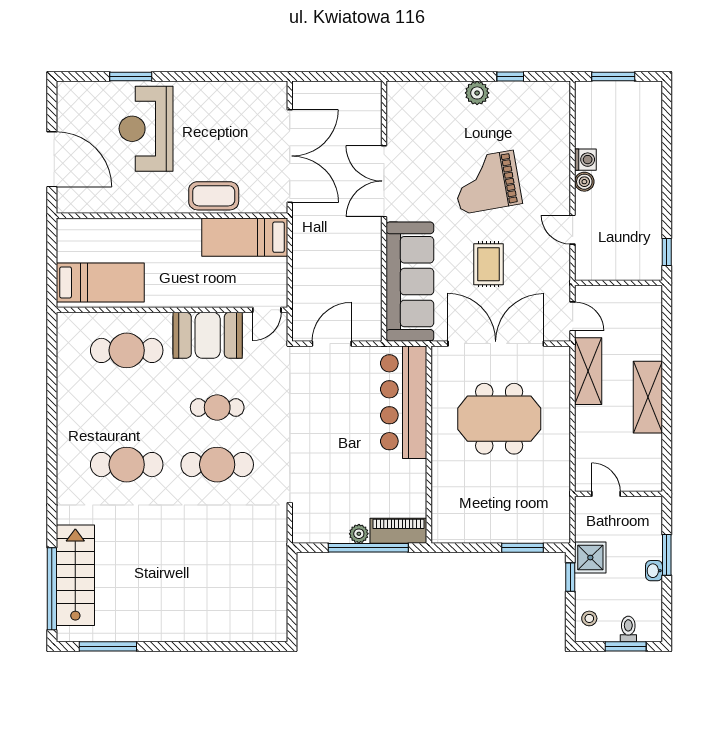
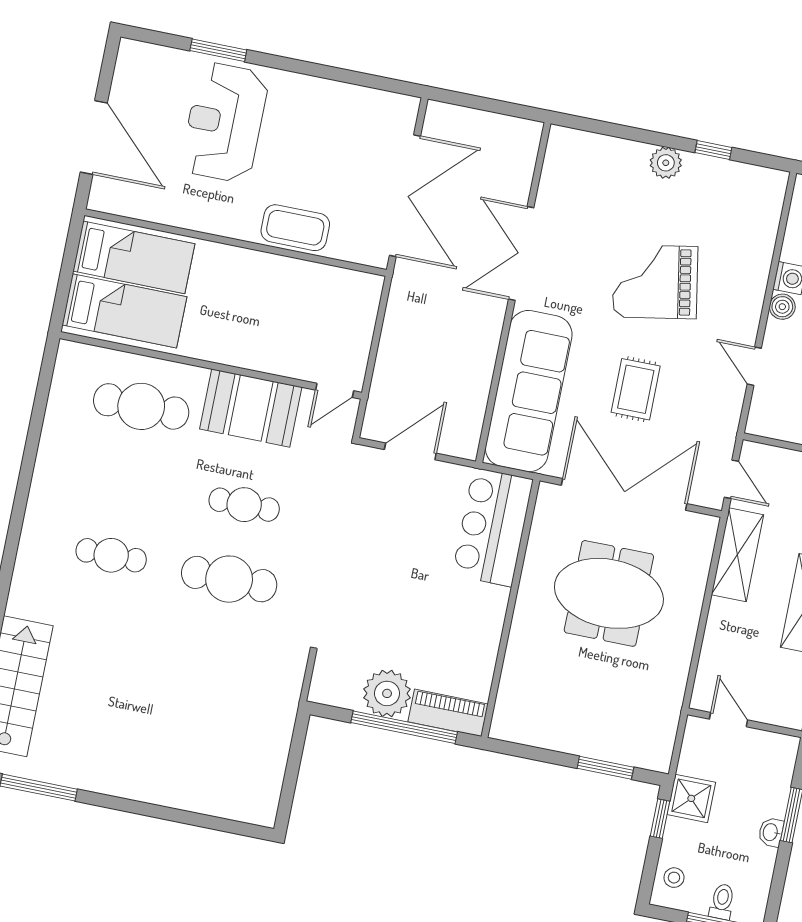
bed: (245, 237) -> (134, 257), moved, turned 180
bar counter: (404, 402) -> (493, 527), width x0.73
cafe table: (127, 465) -> (111, 555), width x0.73, depth x0.74
plant: (359, 534) -> (387, 693), width x1.87, depth x1.87

